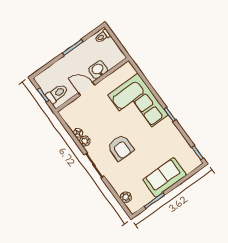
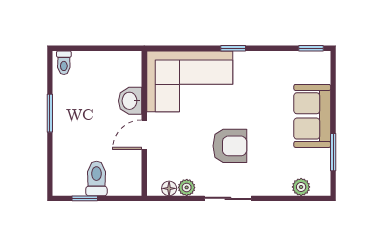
washbasin: (98, 70) -> (130, 101), moved
wall: (92, 85) -> (144, 123), moved
door: (87, 89) -> (144, 135), moved

